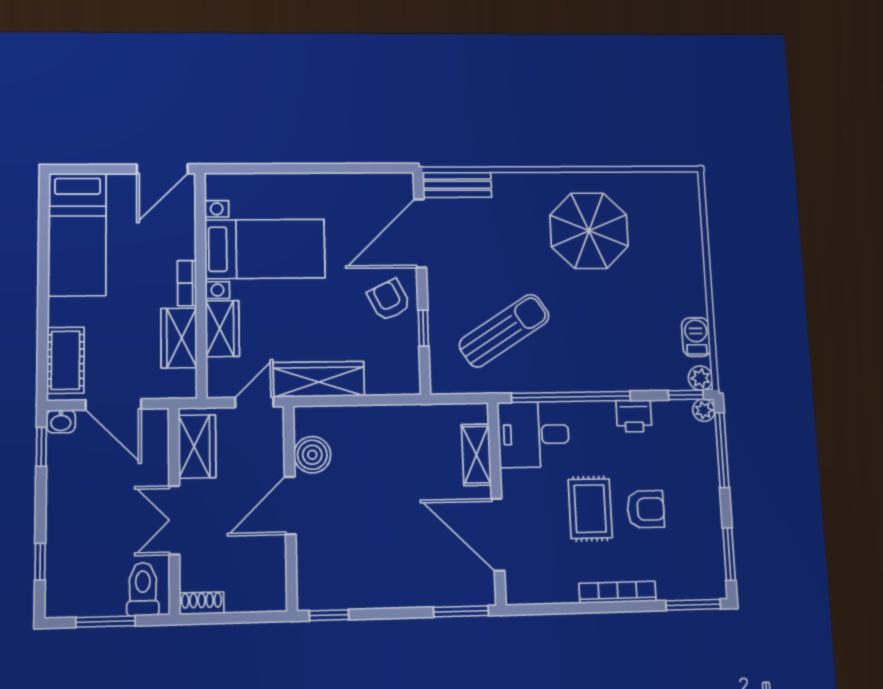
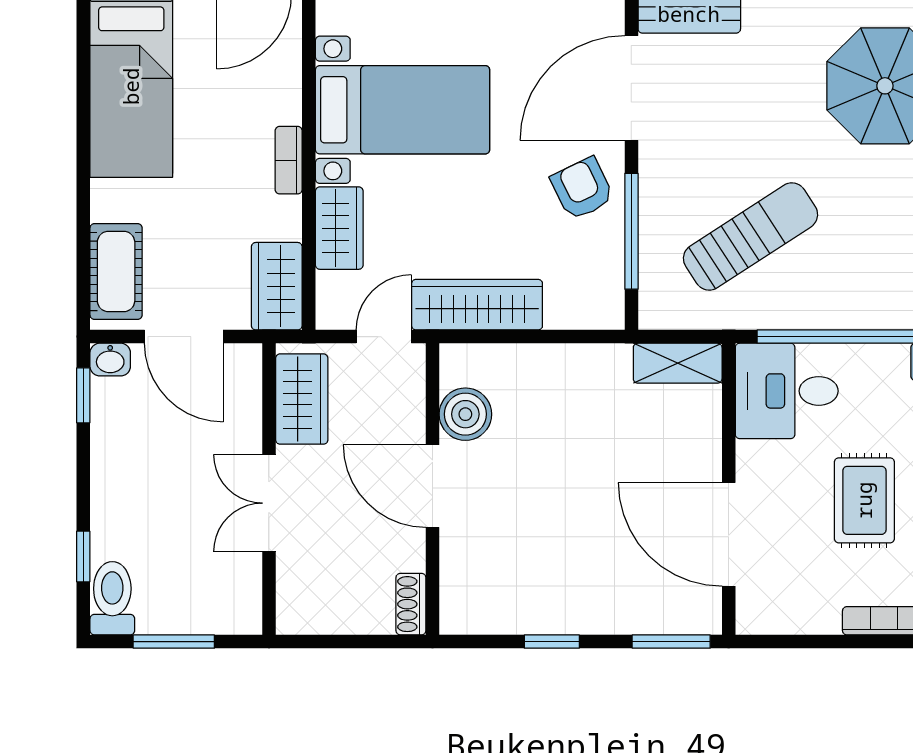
window: (423, 328) -> (631, 231), width x2.17
wardrobe: (179, 338) -> (277, 286), moved
shelving: (476, 455) -> (678, 363), moved, turned 90
door: (290, 506) -> (433, 486), hinge flipped
toilet: (143, 589) -> (112, 598), moved
shoe rack: (202, 603) -> (411, 604), moved, turned -90
window: (329, 615) -> (552, 642), moved

